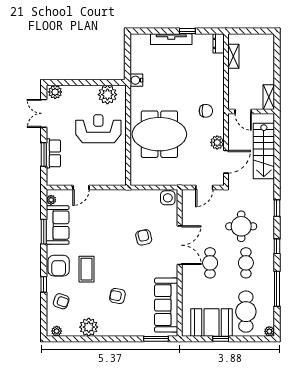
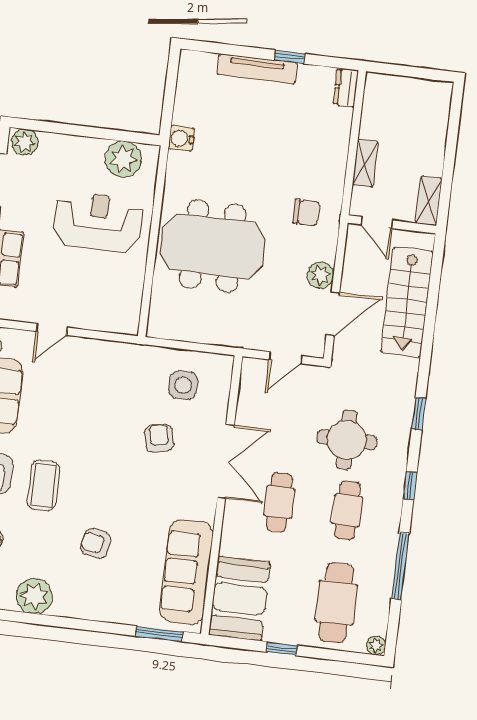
shelving: (233, 56) -> (365, 163), moved
side table: (168, 198) -> (183, 385), moved
booth: (212, 322) -> (240, 599), moved, turned 90

